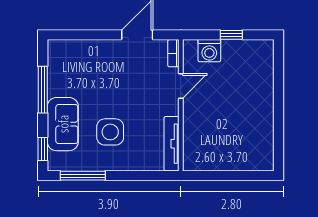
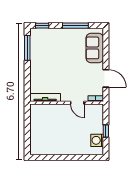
washing machine: (209, 51) -> (97, 140), moved
sofa: (63, 124) -> (95, 48), moved, turned 90
side table: (110, 132) -> (52, 63), removed

